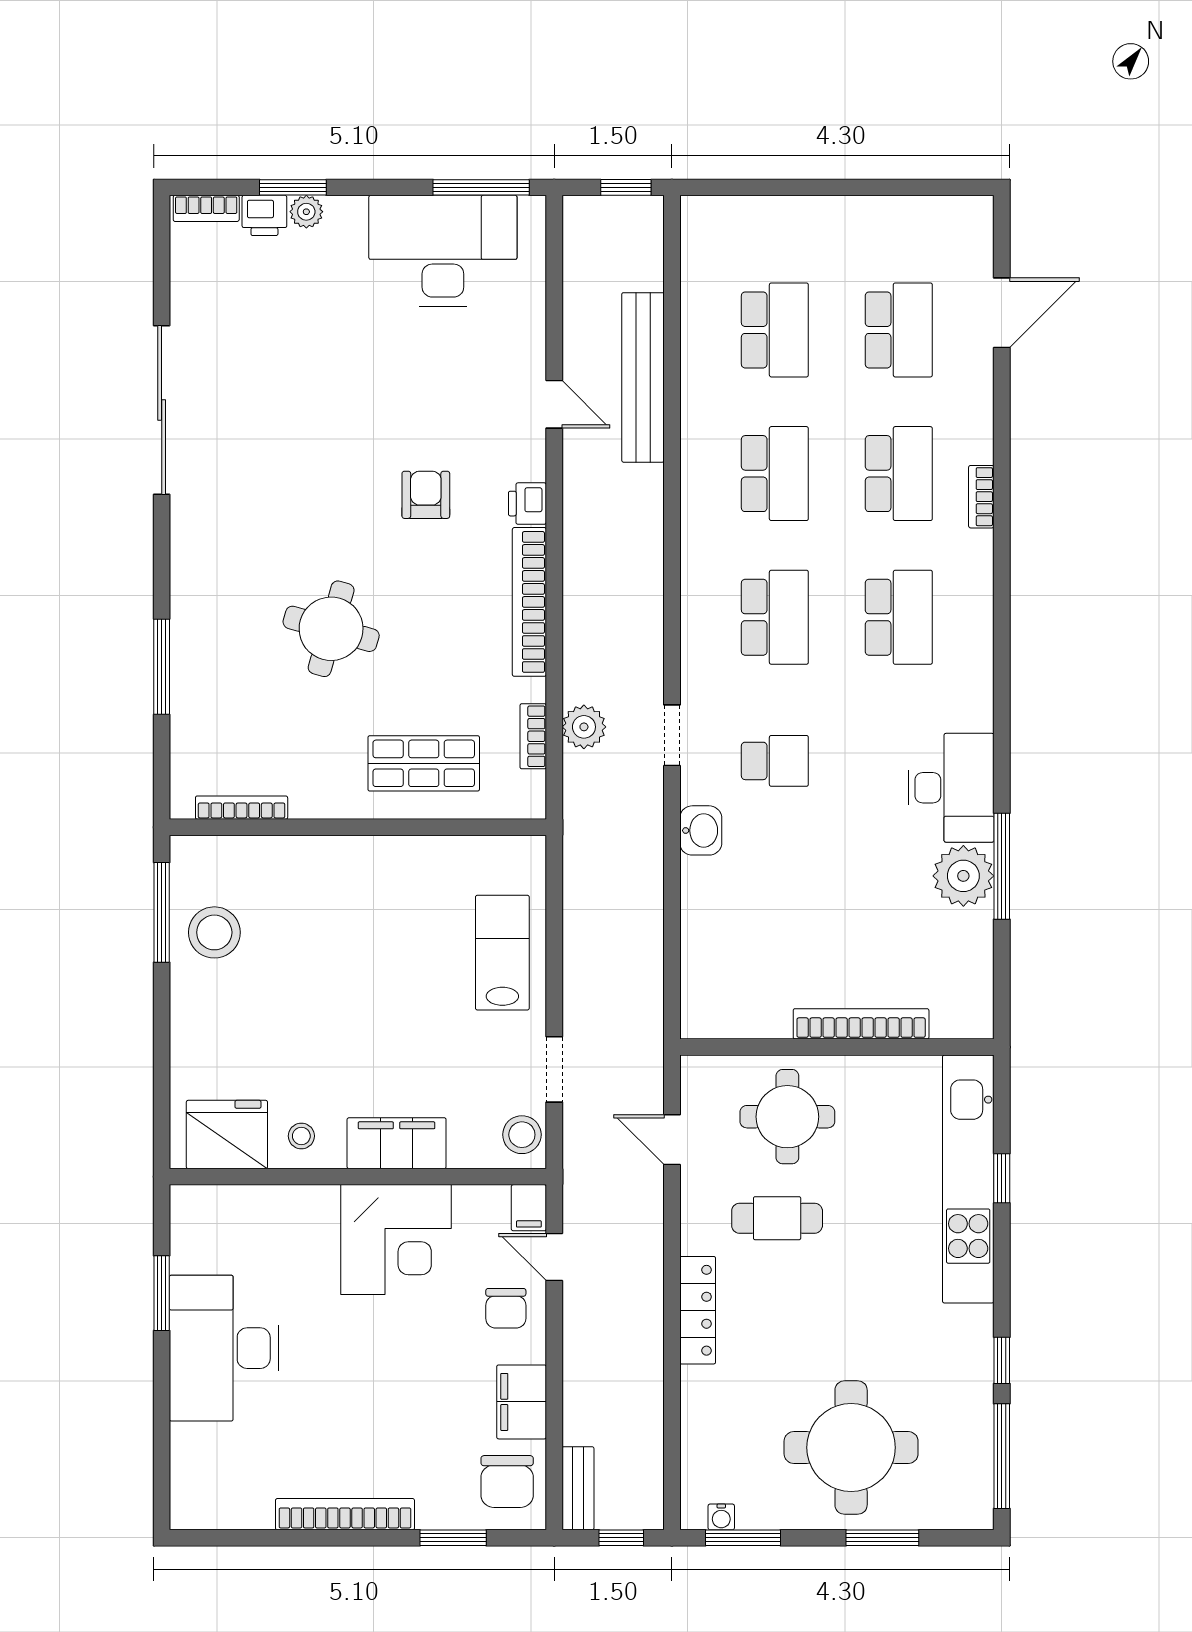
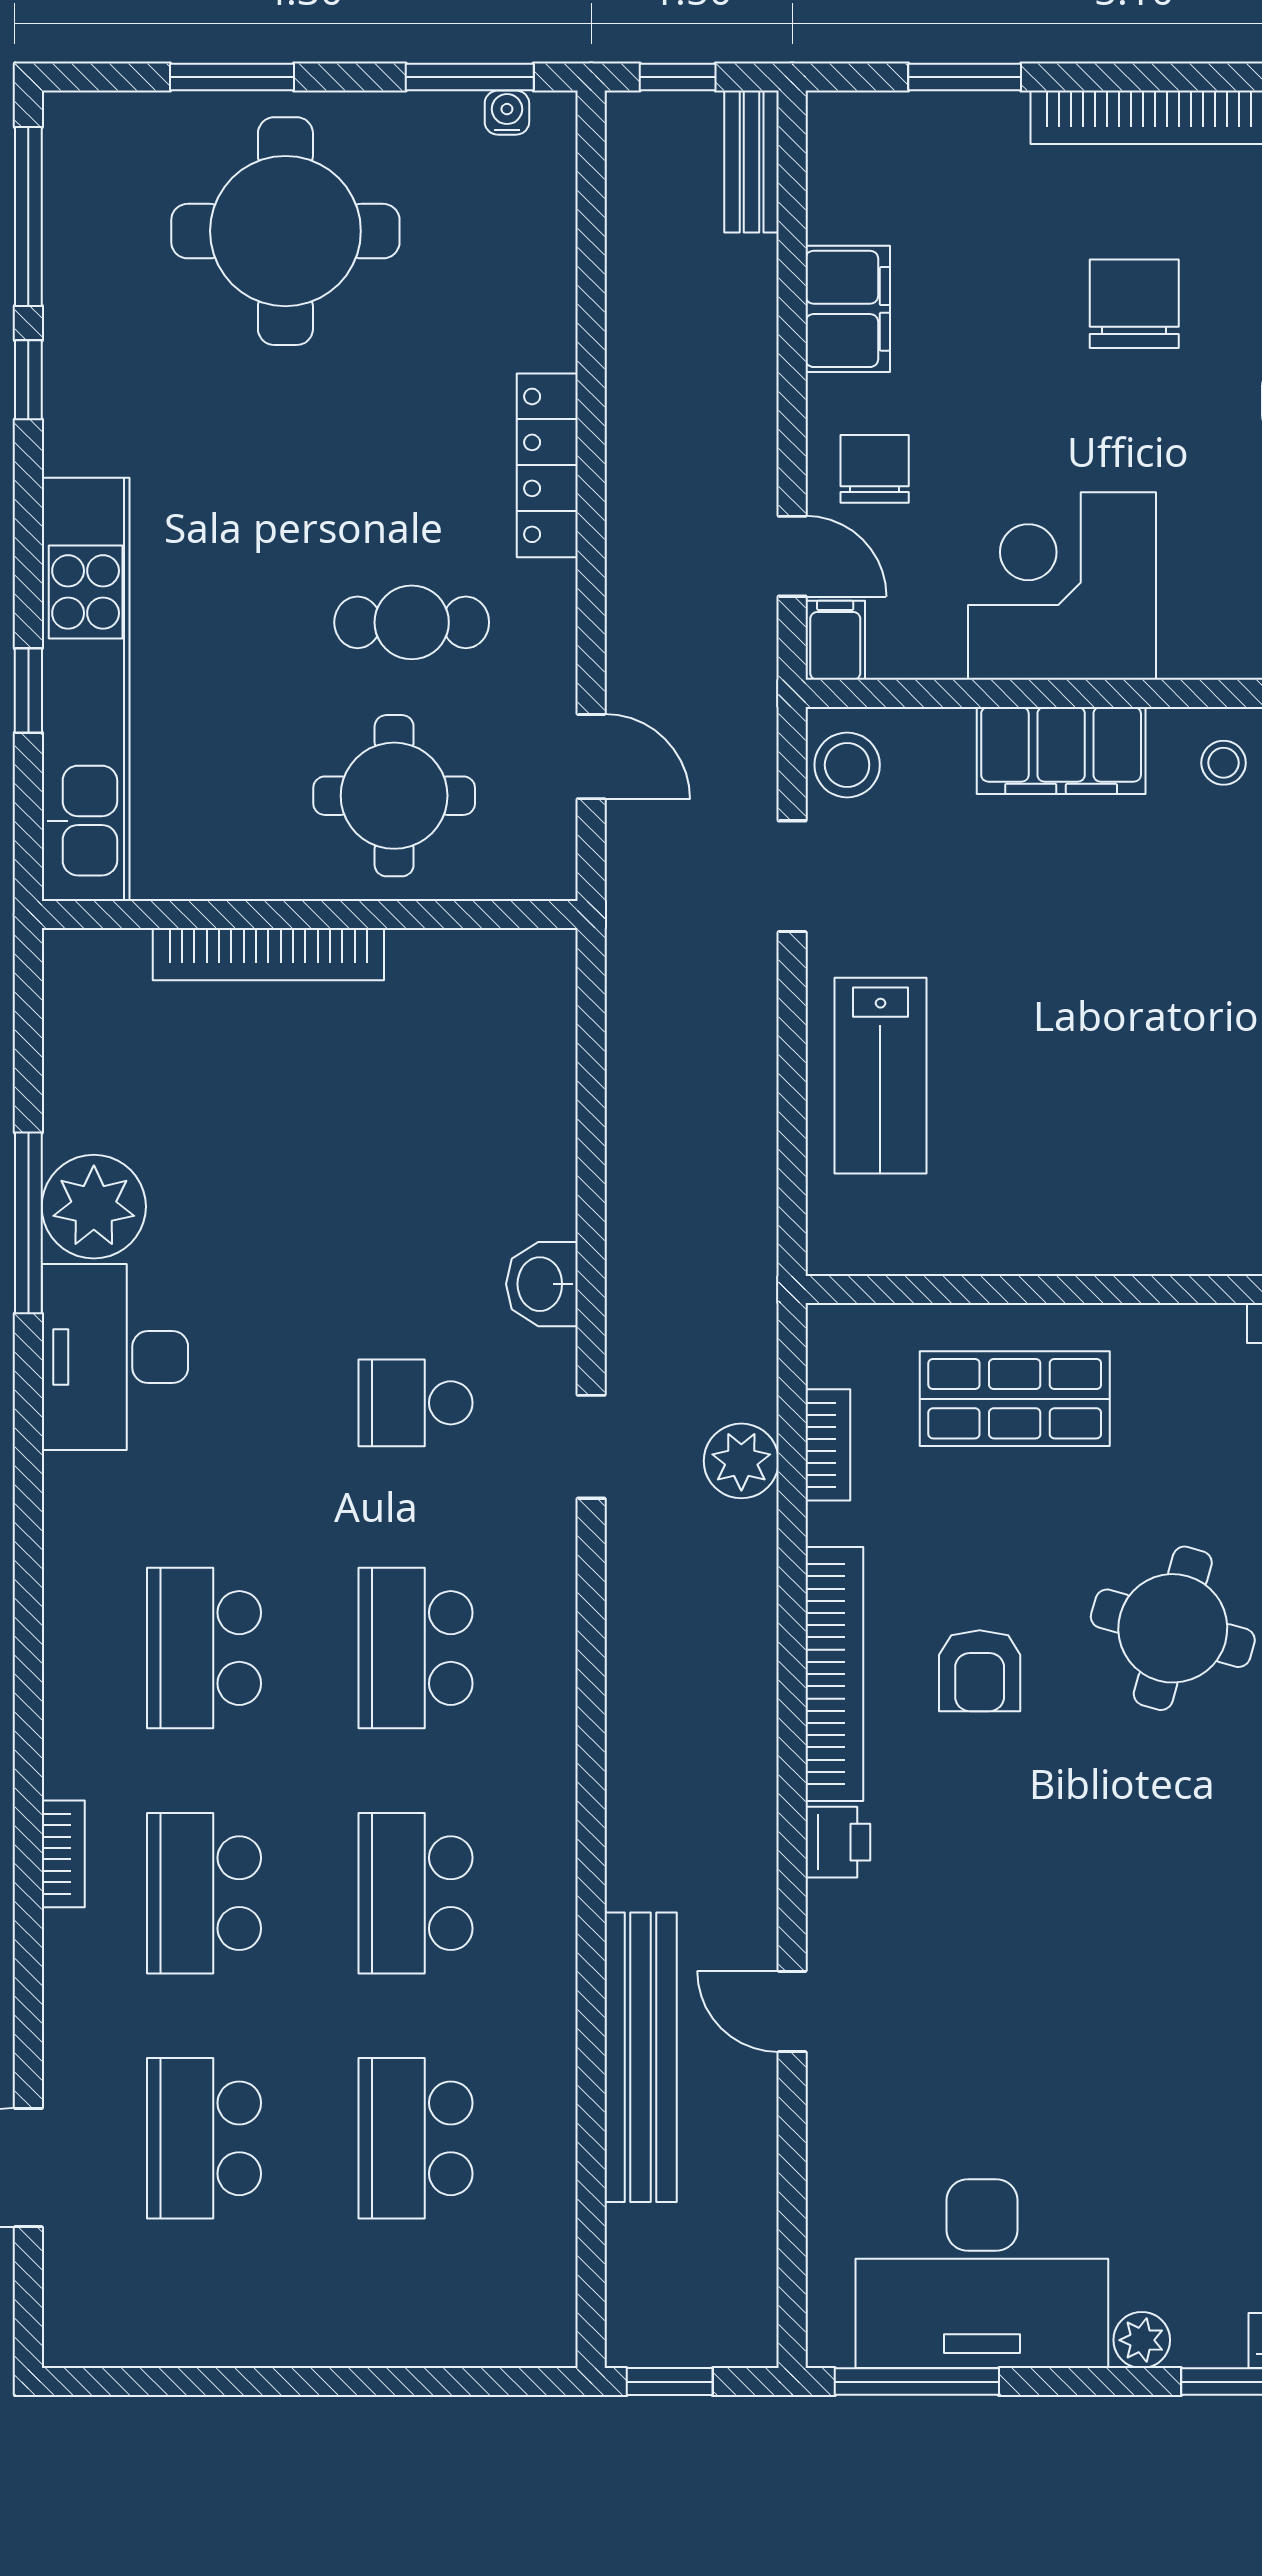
plant: (306, 212) -> (1142, 2340), moved
armchair: (426, 495) -> (980, 1671), moved
chair: (507, 1482) -> (1134, 304), moved

